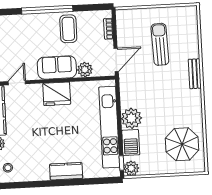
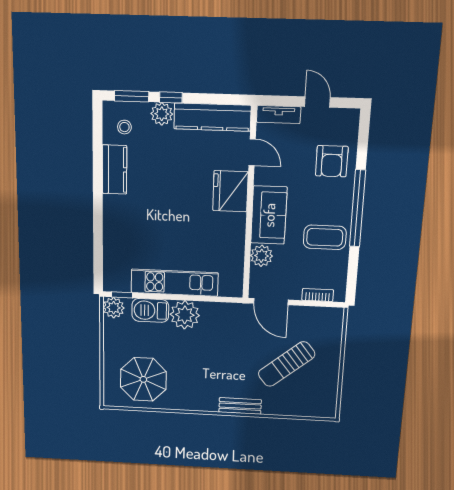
armchair: (18, 30) -> (332, 161), added
sun lounger: (160, 44) -> (287, 364), turned 143
fridge: (57, 94) -> (230, 191), moved
kitchen unit: (109, 127) -> (174, 283), width x0.73
kitchen counter: (66, 171) -> (115, 170), moved

